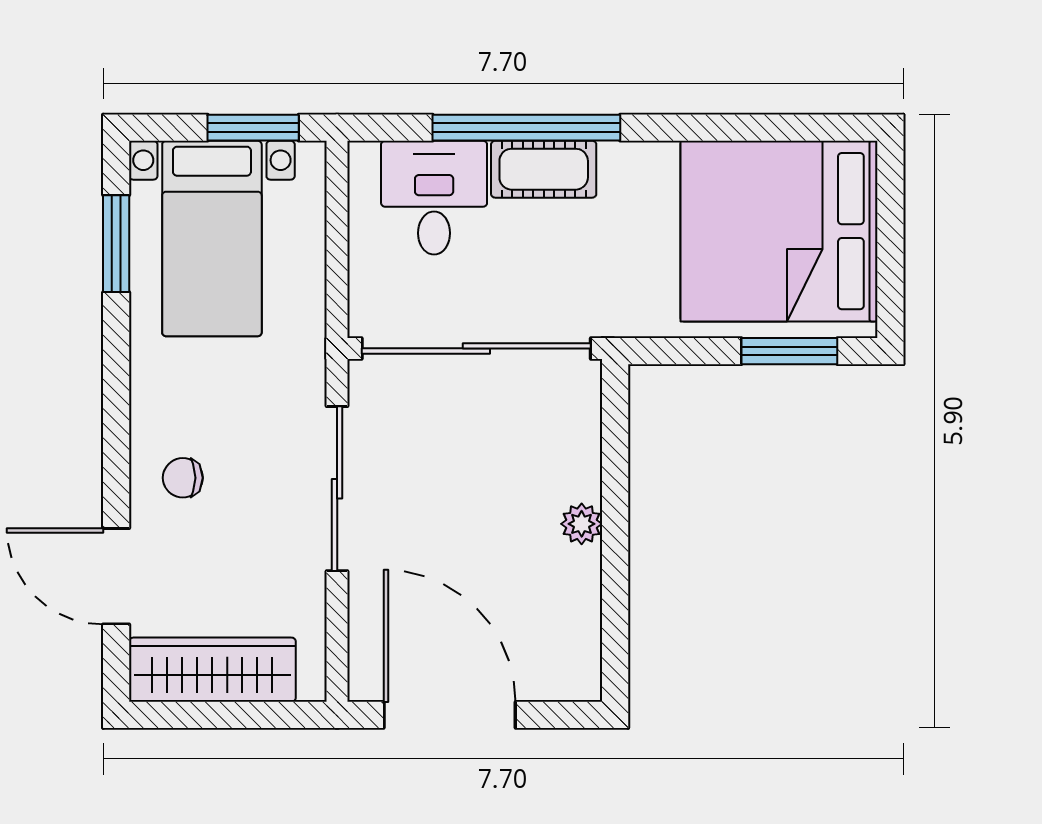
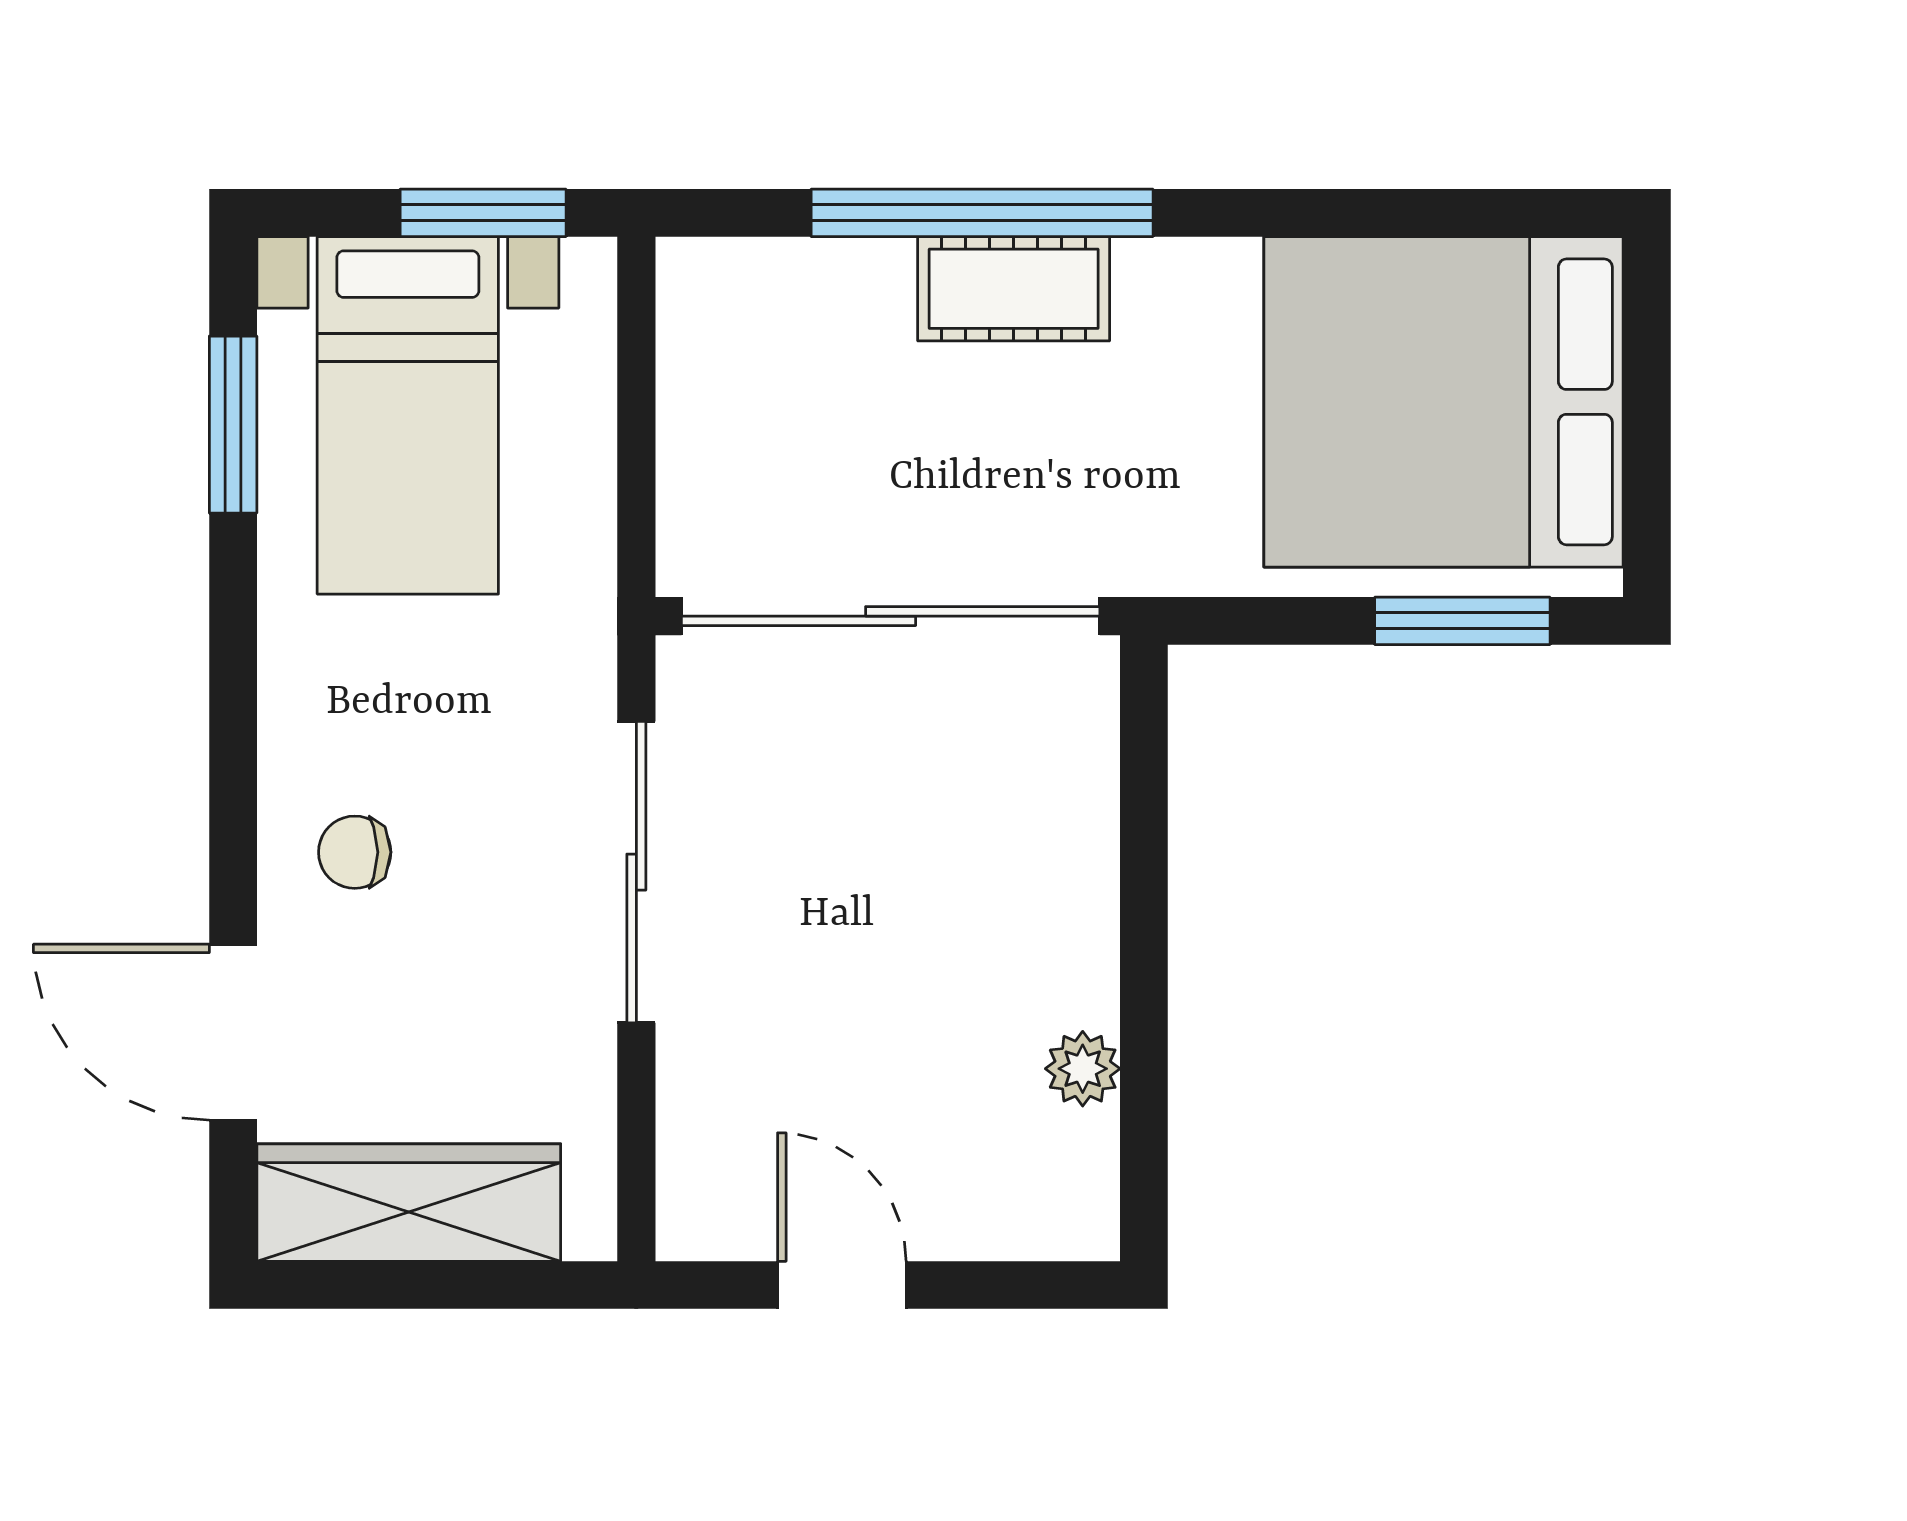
desk: (434, 198) -> (813, 341), removed
plant: (582, 524) -> (1083, 1069), moved
door: (450, 715) -> (842, 1285), width x0.53

